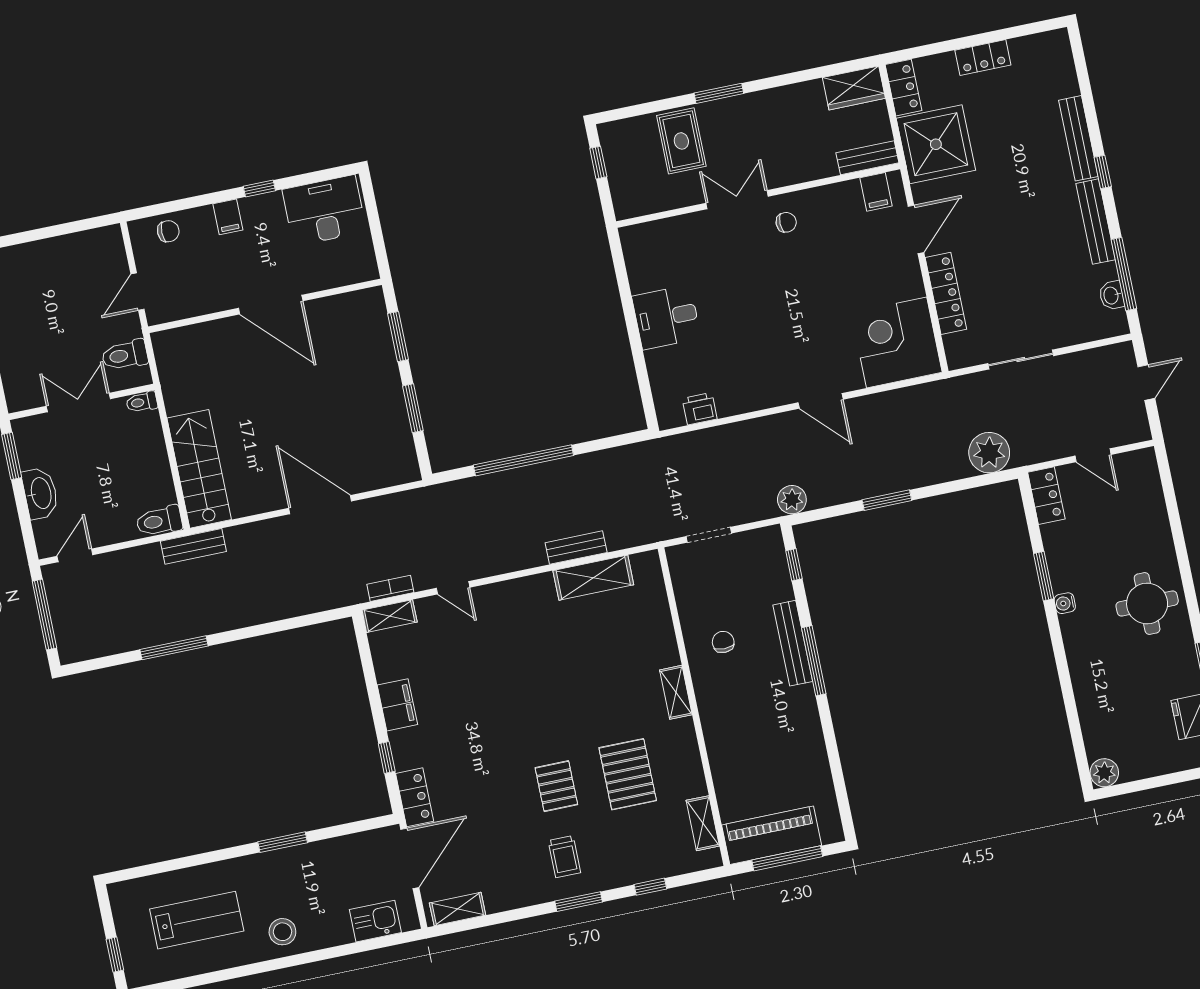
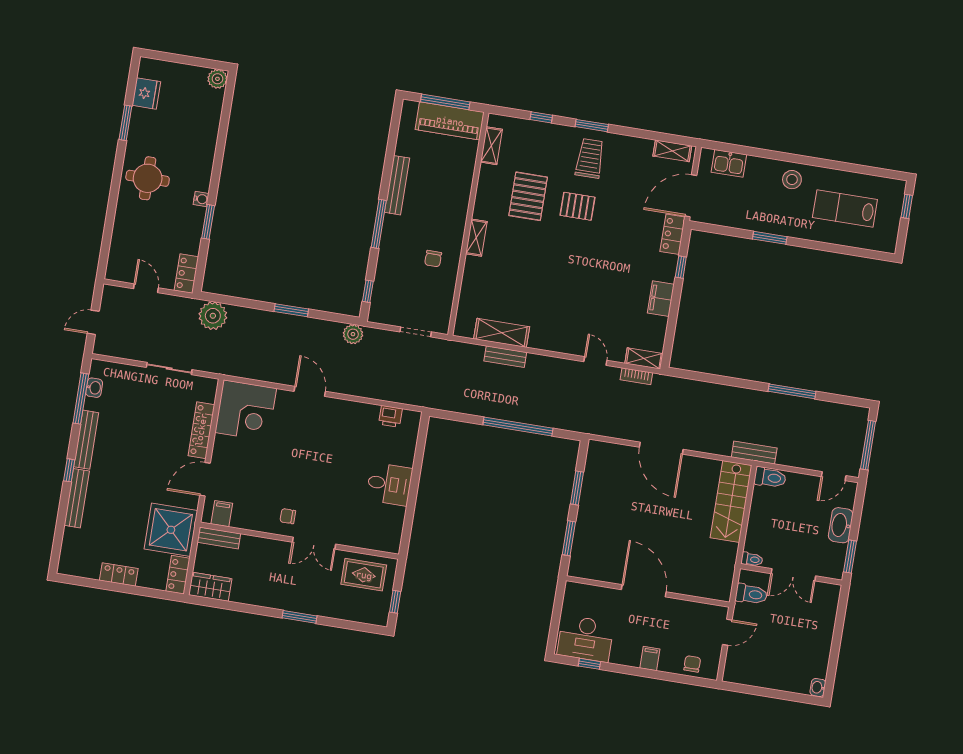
rug: (681, 141) -> (364, 575), moved, turned 90
window: (259, 188) -> (589, 664), moved
chair: (168, 231) -> (692, 664), turned 90
bench: (793, 643) -> (397, 185), moved
pallet: (556, 786) -> (577, 206), turned 90
trolley: (564, 857) -> (590, 158), width x1.36, depth x1.39

